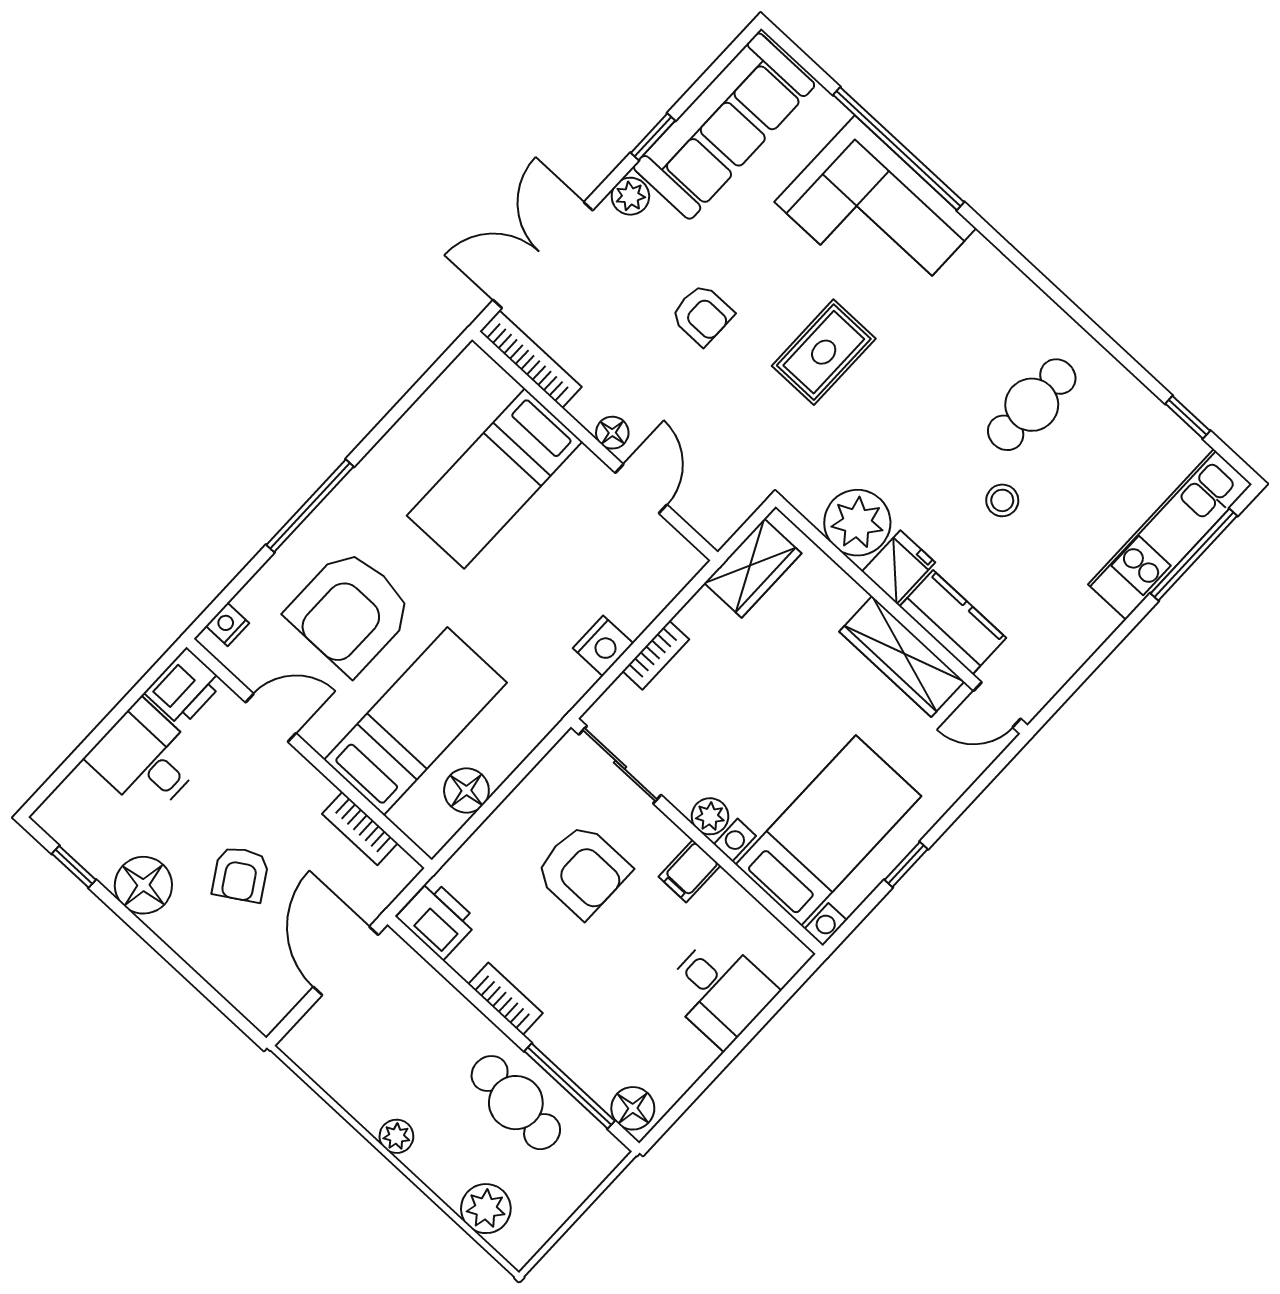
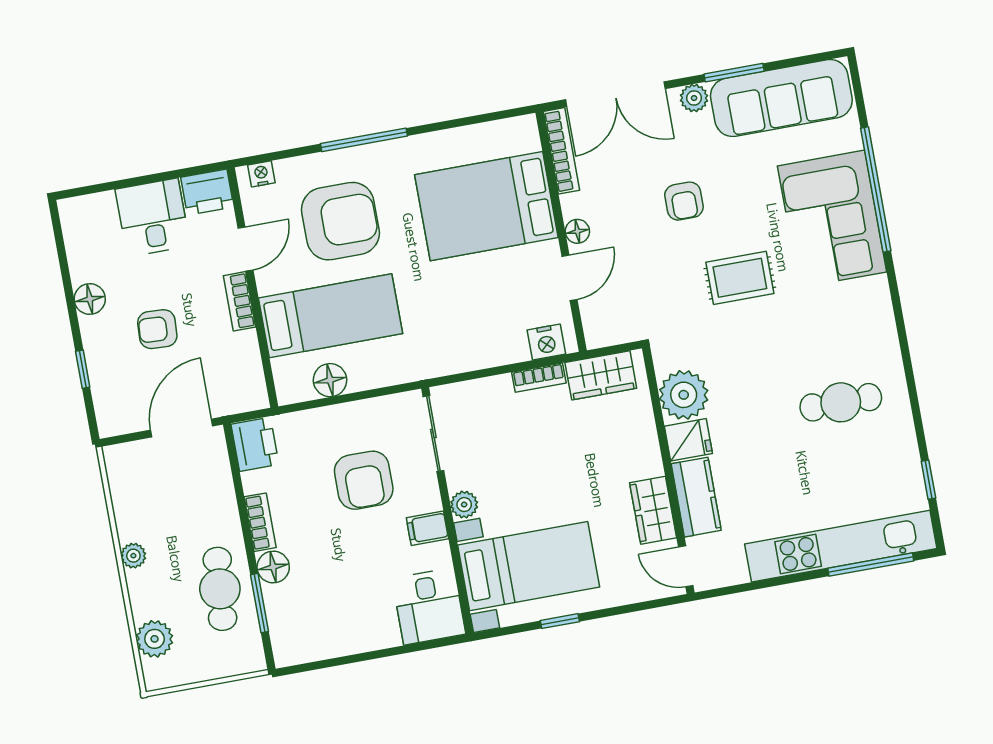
window: (653, 137) -> (734, 73), width x1.50
double door: (543, 255) -> (615, 94), swing flipped
bed: (495, 479) -> (486, 206), width x1.50
stool: (1002, 500) -> (780, 446), removed
kitchen unit: (1170, 534) -> (841, 546), width x1.36
armchair: (350, 612) -> (340, 221), turned 180
nightstand: (603, 646) -> (546, 342), moved
bookcase: (656, 655) -> (539, 378), moved
wardrobe: (902, 657) -> (653, 510), width x0.67
door: (271, 718) -> (245, 249), hinge flipped
bookcase: (360, 829) -> (239, 301), moved
window: (74, 867) -> (83, 369), moved
armchair: (240, 874) -> (157, 329), turned 35
floor lamp: (143, 885) -> (90, 299), width x0.73, depth x0.73
desk: (720, 991) -> (429, 606), moved
window: (570, 1086) -> (259, 603), width x0.69
floor lamp: (633, 1108) -> (273, 567), moved

